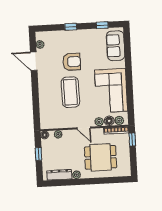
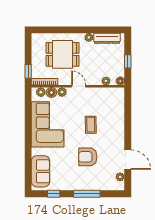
window: (71, 27) -> (87, 194), width x2.17
coffee table: (70, 92) -> (91, 125), width x0.54, depth x0.58

